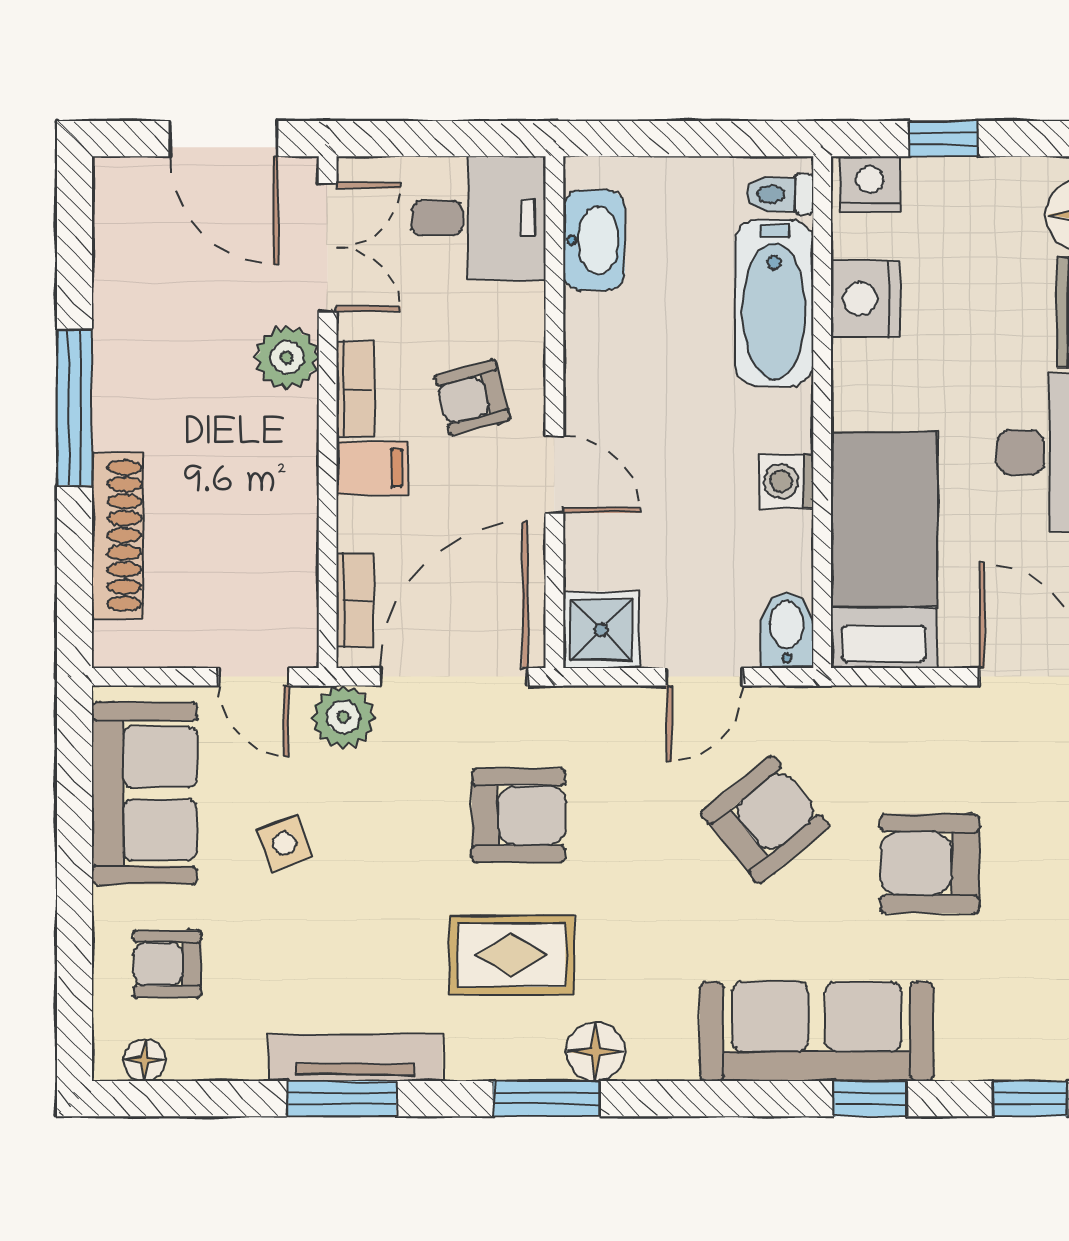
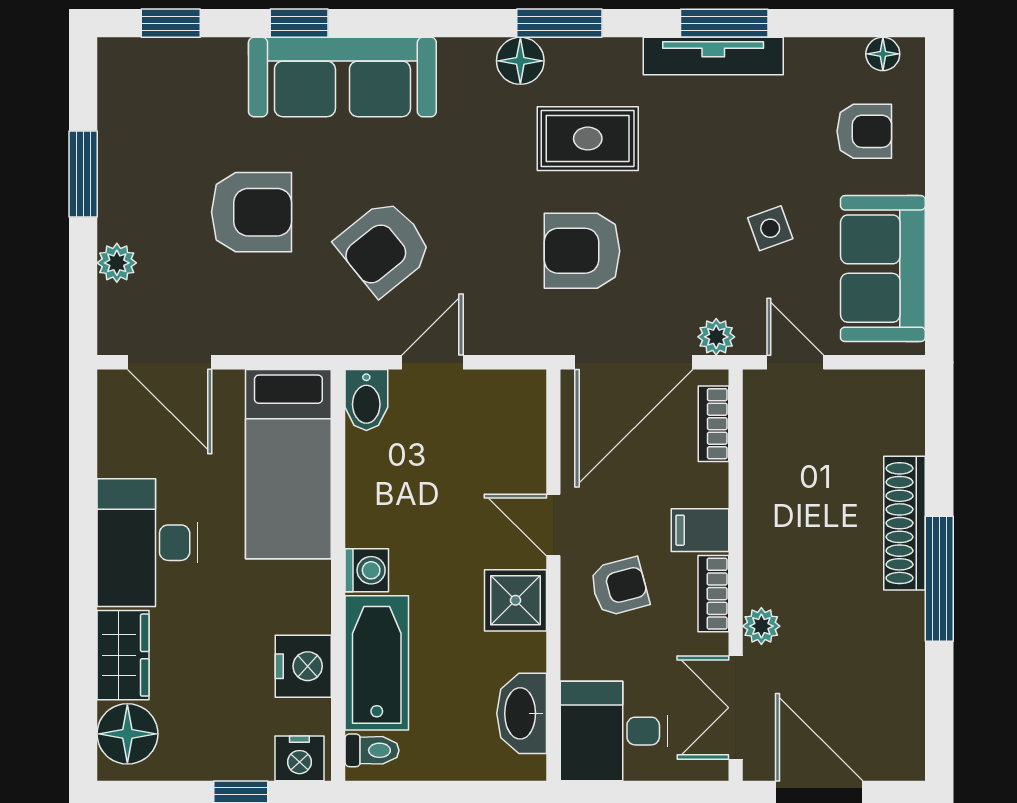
plant: (287, 357) -> (761, 626), width x0.73, depth x0.73
washing machine: (786, 481) -> (367, 570), moved
shoe rack: (118, 535) -> (904, 523), moved
shower: (601, 630) -> (516, 600), moved
plant: (343, 717) -> (716, 337), width x0.73, depth x0.73

